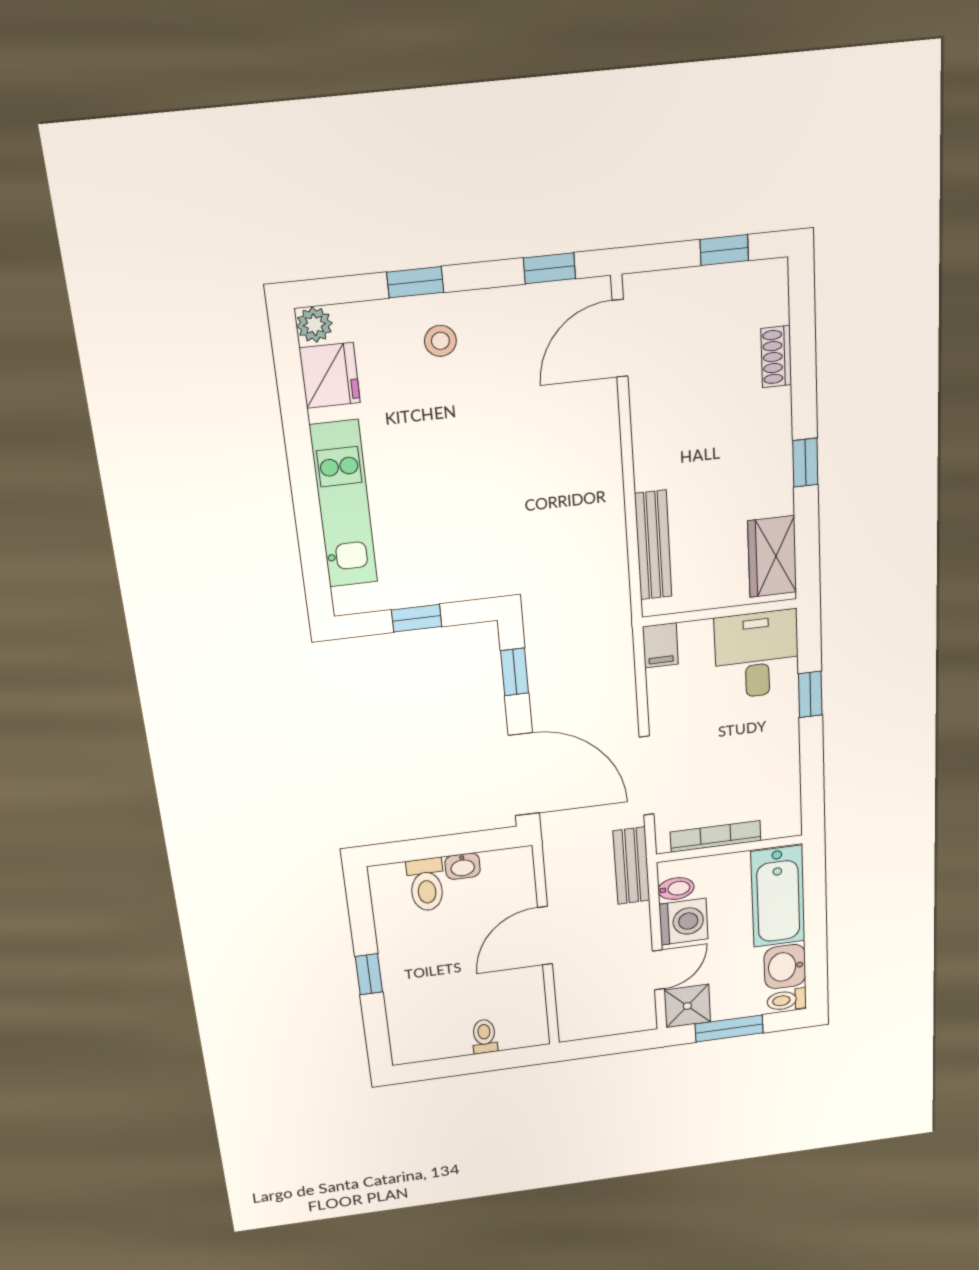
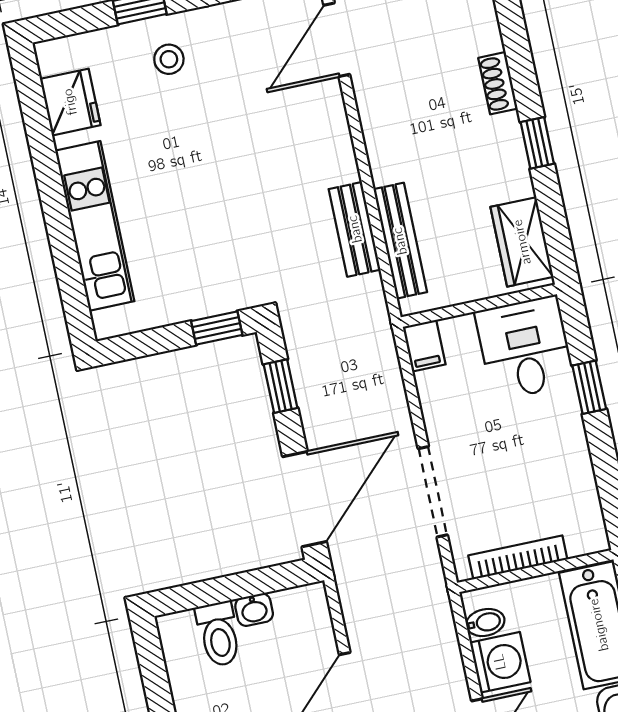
plant: (314, 325) -> (52, 56), removed
shoe rack: (776, 357) -> (498, 83), moved
window: (417, 618) -> (217, 328), moved
door: (524, 774) -> (305, 499), hinge flipped
bench: (631, 866) -> (355, 229), moved

